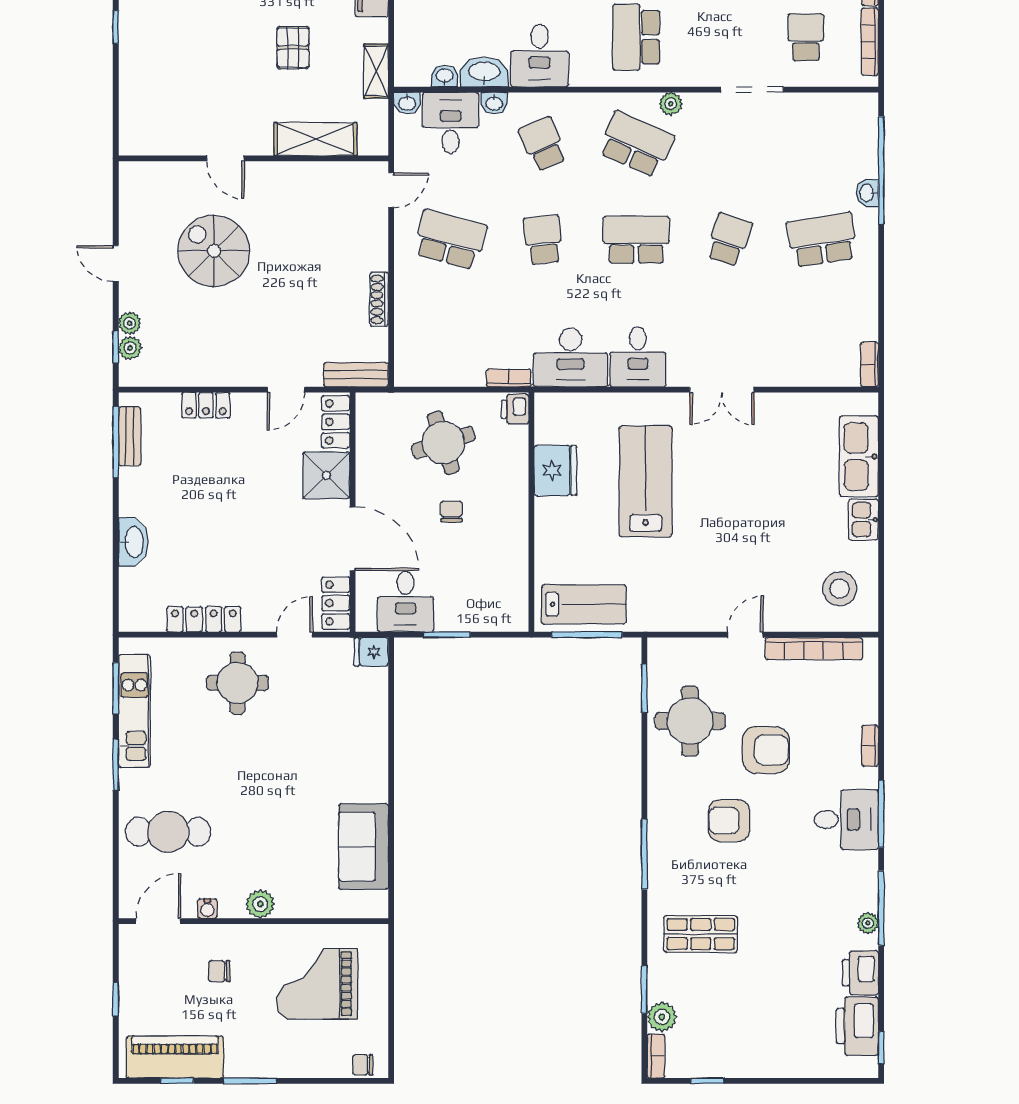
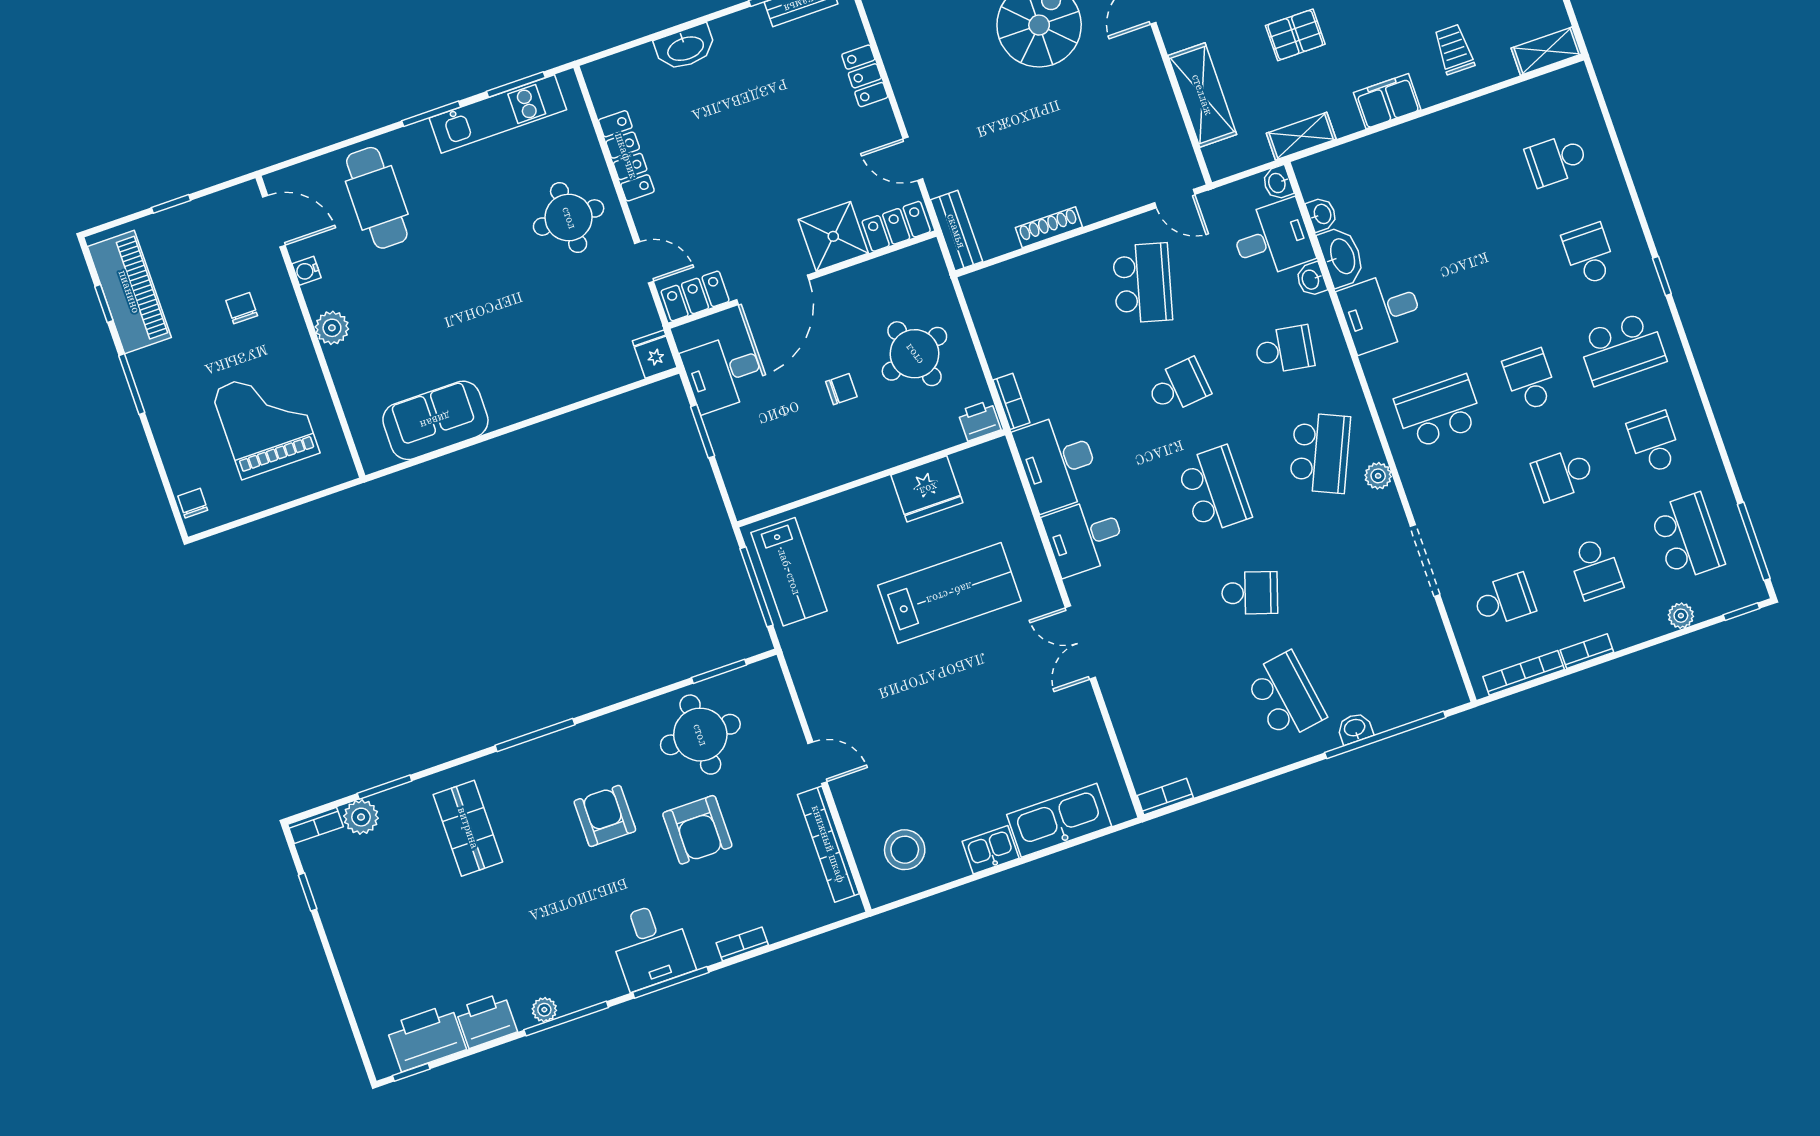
school desk: (543, 144) -> (1284, 350), turned 33

